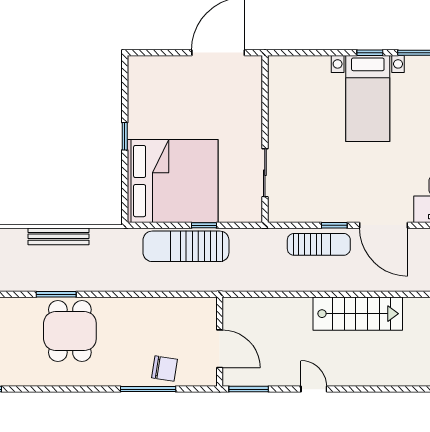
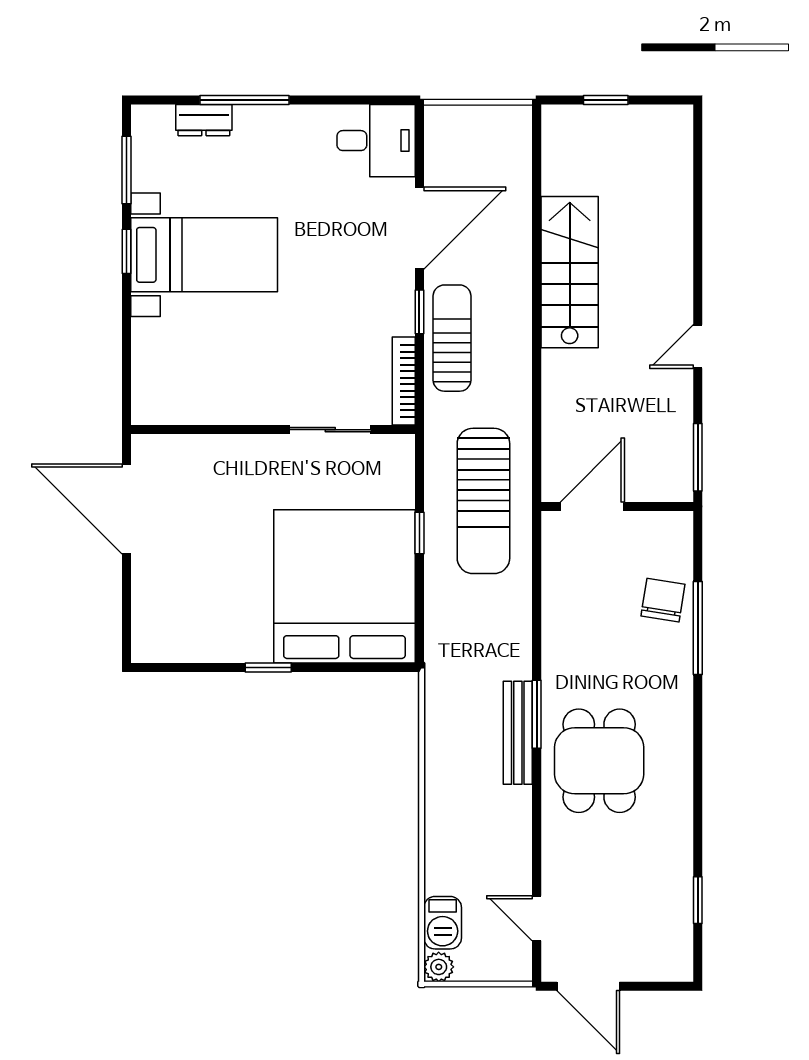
bookcase: (293, 216) -> (404, 381), added
bench: (58, 236) -> (518, 733), moved
sun lounger: (186, 246) -> (483, 501), moved
window: (56, 294) -> (537, 714), moved
dining table: (70, 331) -> (599, 761), turned 90
door: (220, 349) -> (592, 506), moved

